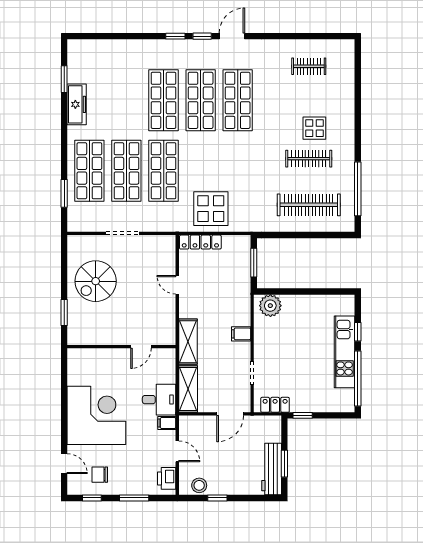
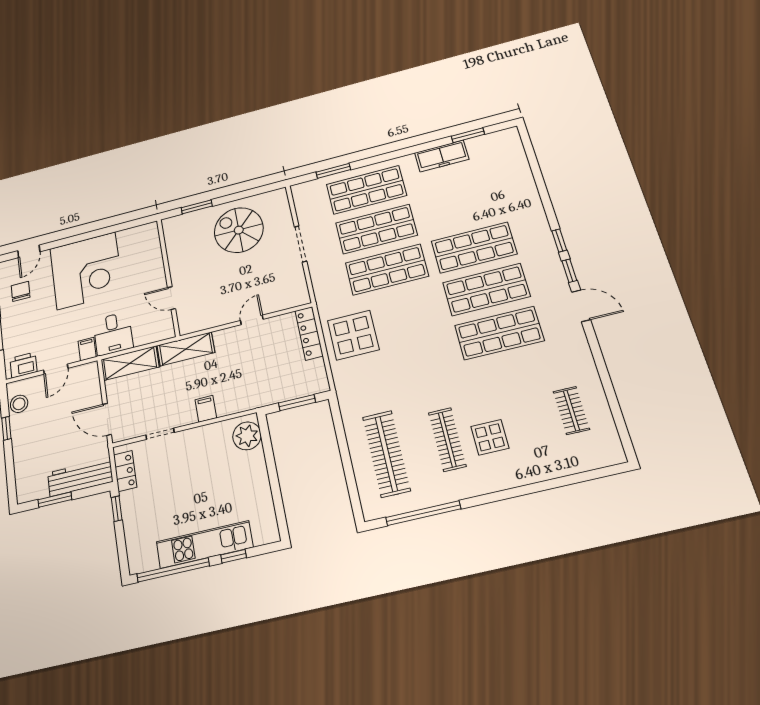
workbench: (272, 469) -> (80, 477), moved

